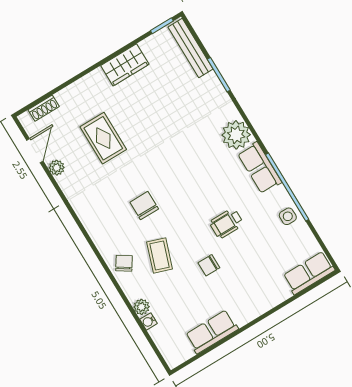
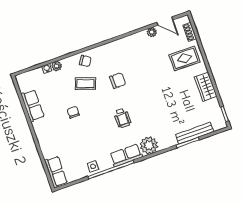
bench: (191, 48) -> (195, 133), moved
rug: (103, 138) -> (185, 58), moved
wheelchair: (226, 223) -> (122, 118), moved, turned 180

